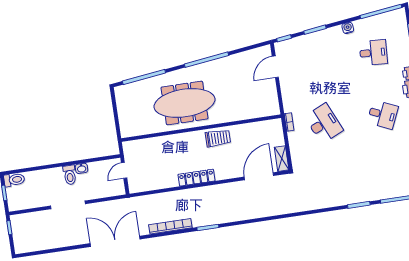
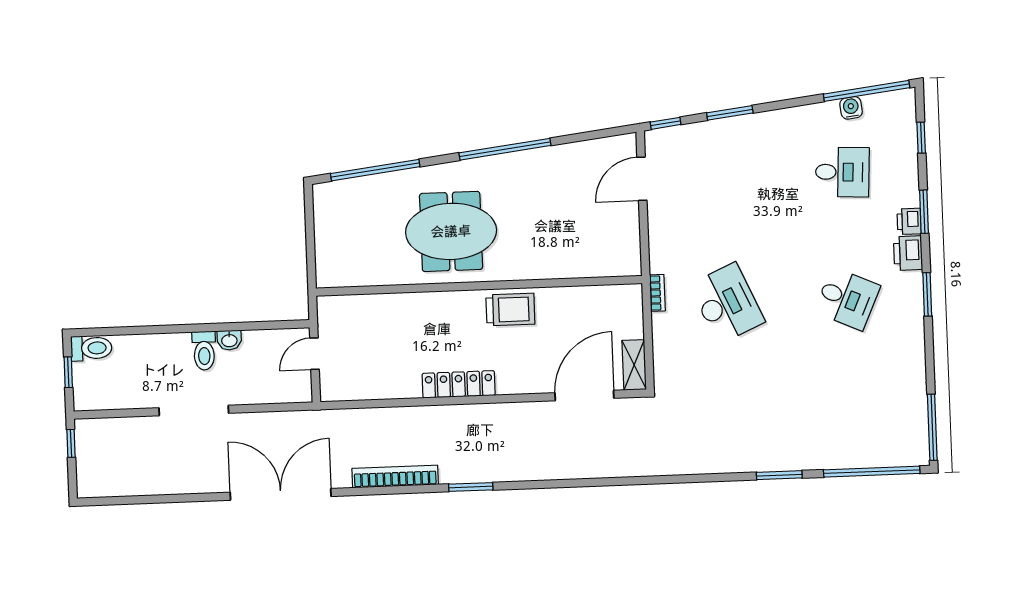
water cooler: (348, 28) -> (851, 108), moved
meeting table: (184, 103) -> (451, 231), width x0.73

